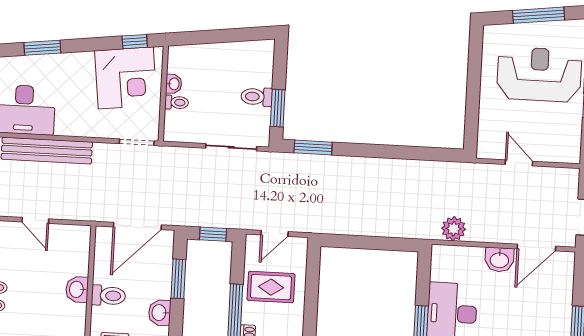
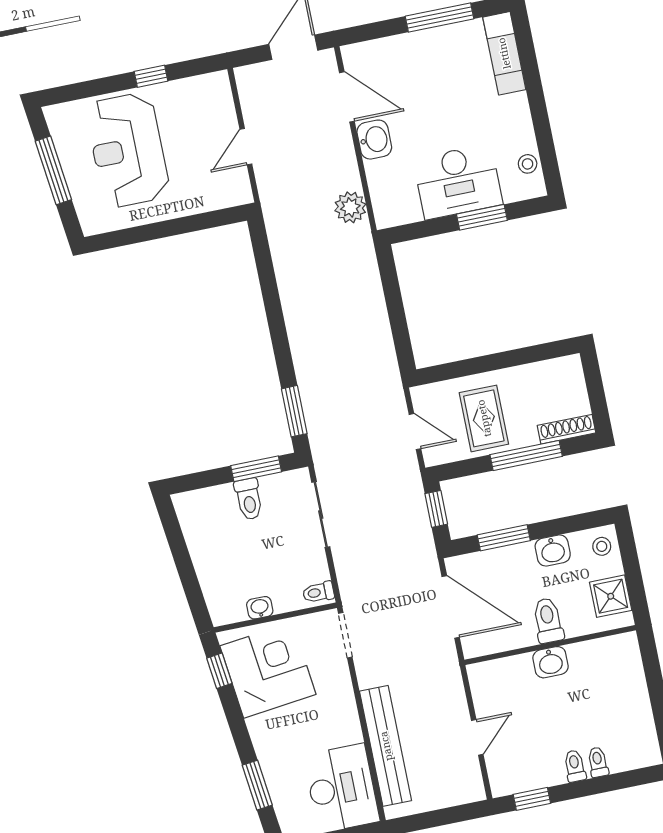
toilet: (177, 102) -> (318, 592), moved, turned -90

